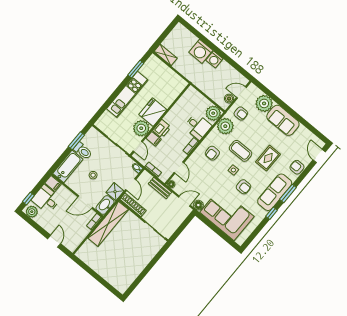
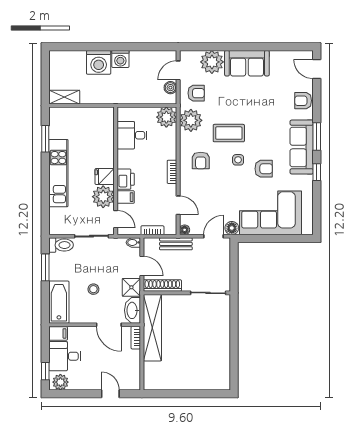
fridge: (153, 112) -> (105, 176), width x0.53, depth x0.75
desk: (198, 127) -> (132, 135), moved, turned 180
toilet: (83, 151) -> (61, 245), moved
rug: (268, 158) -> (264, 116), removed
door: (85, 202) -> (109, 325), hinge flipped

